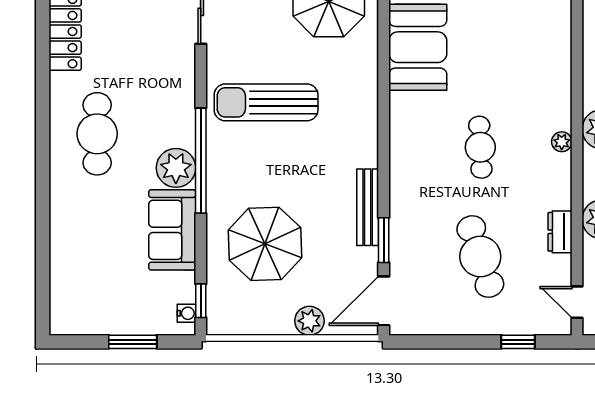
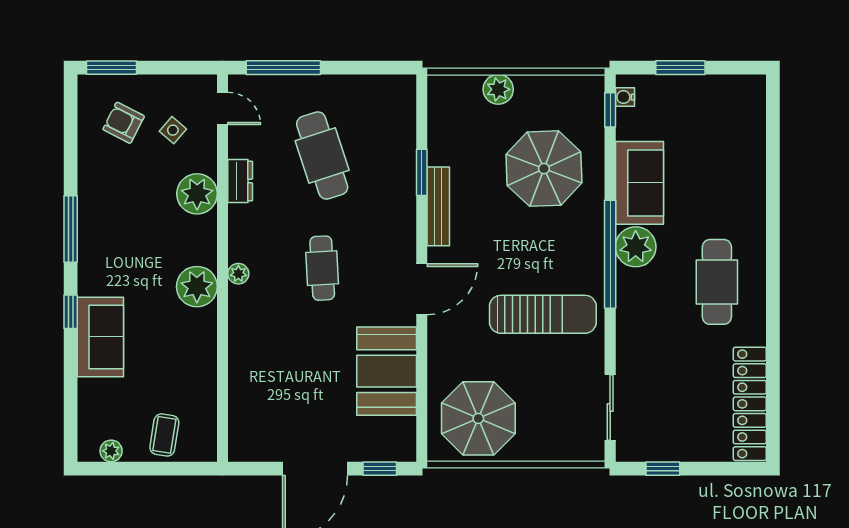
door: (384, 301) -> (422, 289), moved
window: (518, 342) -> (283, 68), width x2.17

